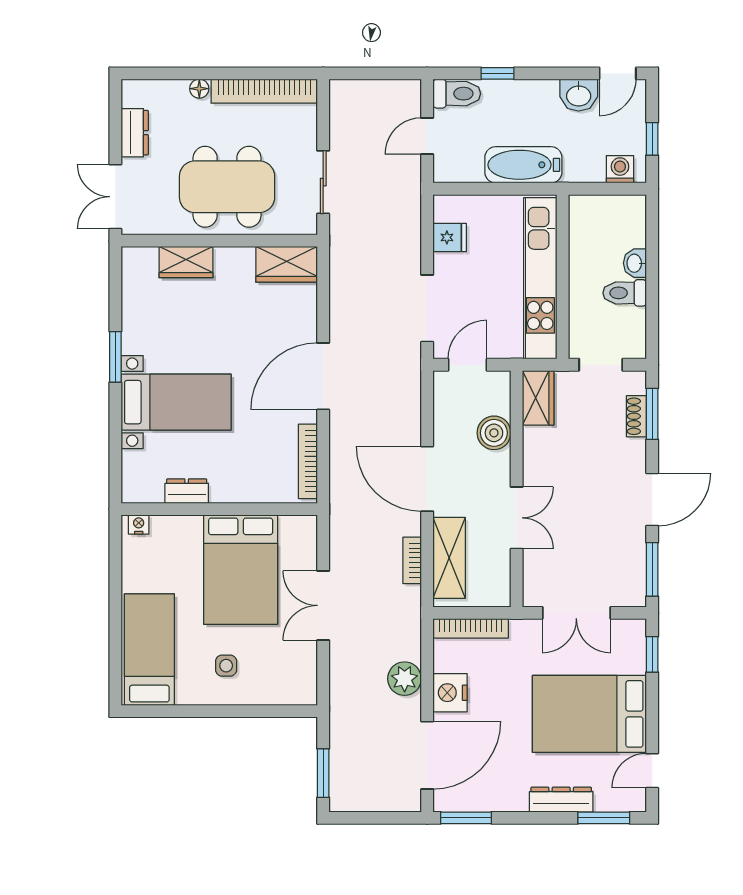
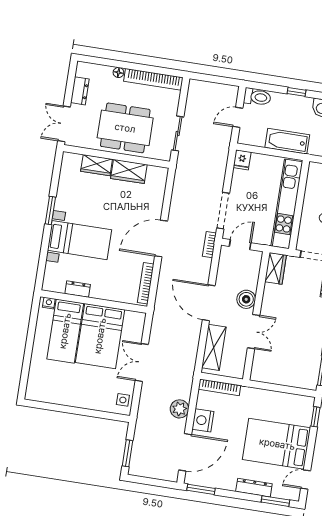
window: (497, 73) -> (297, 92), moved
fridge: (450, 237) -> (242, 160), moved, turned 90
wardrobe: (287, 264) -> (129, 171), moved
boiler: (494, 433) -> (246, 299), moved
bookcase: (412, 560) -> (209, 245), moved
double door: (576, 613) -> (278, 388), removed
bed: (149, 650) -> (65, 331), moved, turned 180
side table: (226, 666) -> (123, 400), moved

